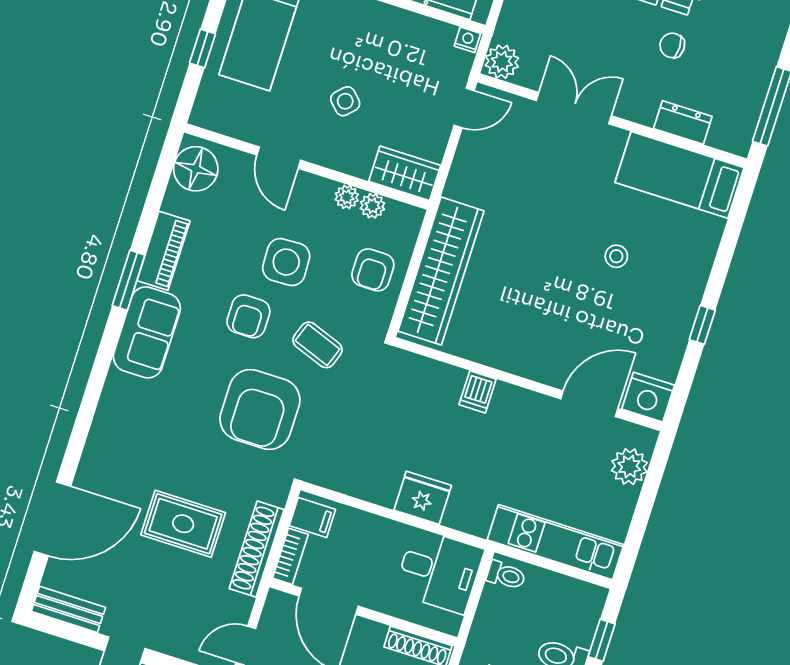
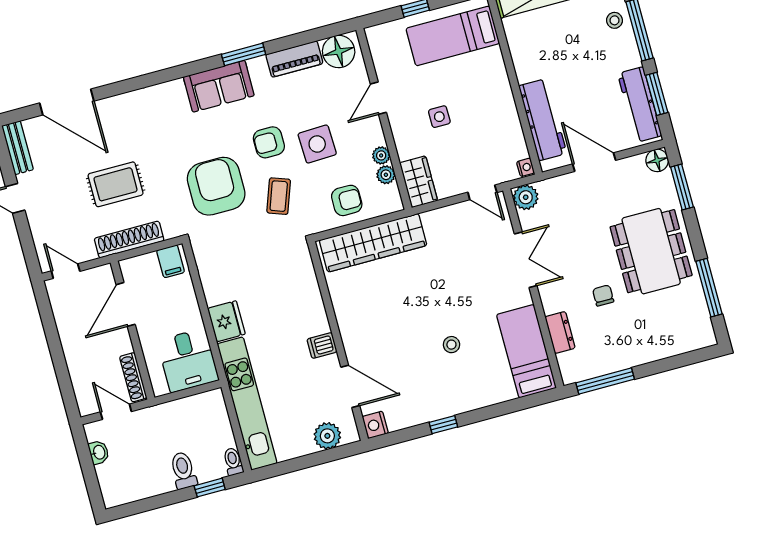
side table: (345, 101) -> (439, 117), turned 45
piano: (163, 251) -> (294, 59), moved
armchair: (373, 270) -> (347, 200), turned 180
dishwasher: (478, 392) -> (322, 345), moved
nightstand: (648, 397) -> (375, 425), width x0.74, depth x0.75
armchair: (260, 409) -> (216, 186), turned 90
rug: (183, 524) -> (116, 184), turned 90
kitchen unit: (555, 542) -> (247, 404), width x1.36
bookcase: (290, 556) -> (138, 263), removed
toilet: (506, 575) -> (233, 462), moved, turned 180

